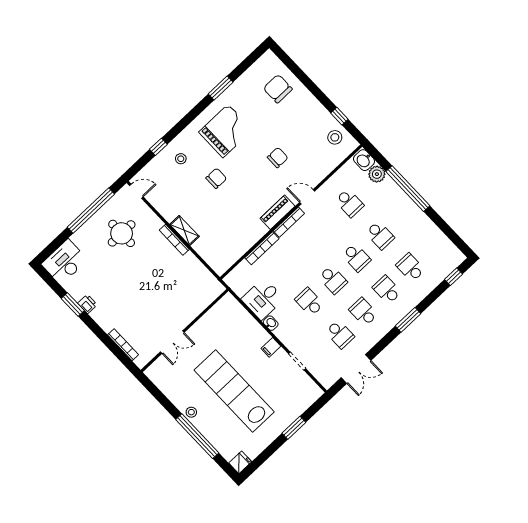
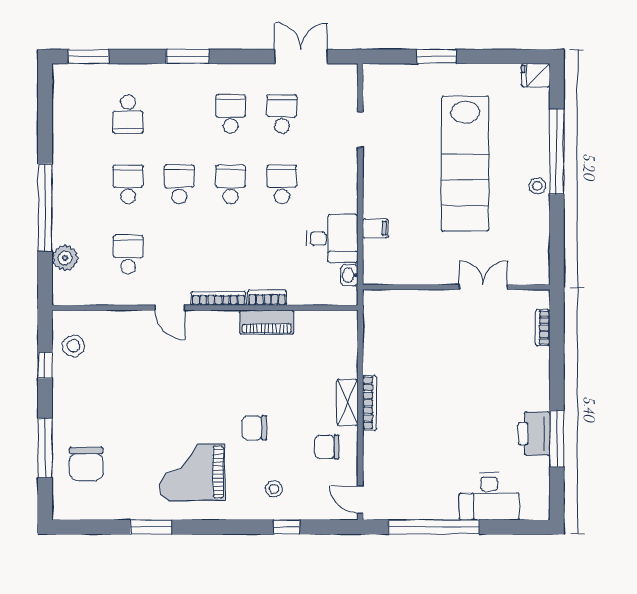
window: (304, 78) -> (45, 448), added
chair: (278, 158) -> (327, 447), moved
washbasin: (364, 160) -> (65, 288), removed
piano: (278, 212) -> (267, 322), moved
round table: (122, 233) -> (423, 467), removed
bookcase: (262, 248) -> (267, 298), width x0.64
desk: (64, 262) -> (489, 497), moved
window: (454, 277) -> (88, 56), width x1.50
school desk: (387, 290) -> (179, 114), removed
school desk: (309, 302) -> (282, 184), turned 180
printer: (87, 304) -> (534, 434), width x1.87, depth x1.48
window: (73, 305) -> (557, 439), width x1.44
school desk: (363, 312) -> (231, 114), turned 180
washbasin: (271, 323) -> (349, 275), moved
bookcase: (123, 345) -> (543, 328), width x0.64
filing cabinet: (271, 347) -> (375, 228), moved

